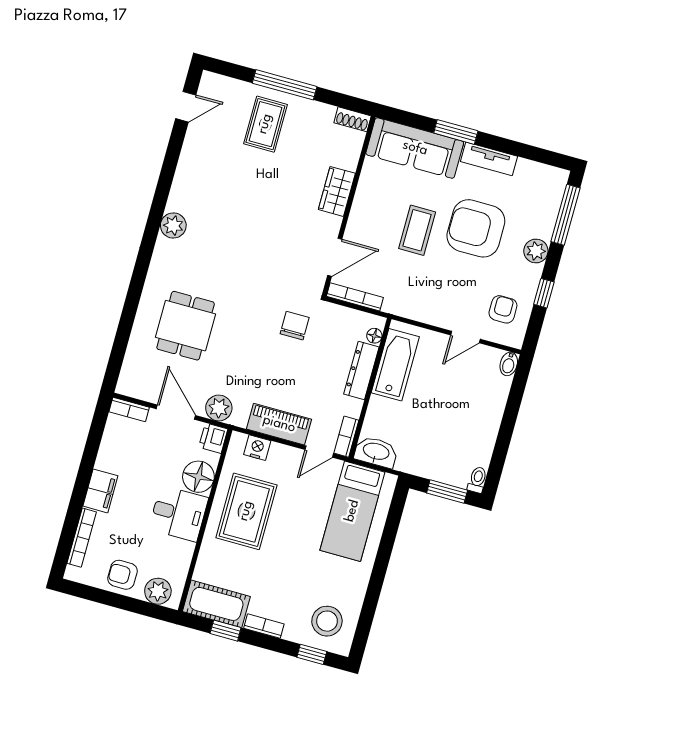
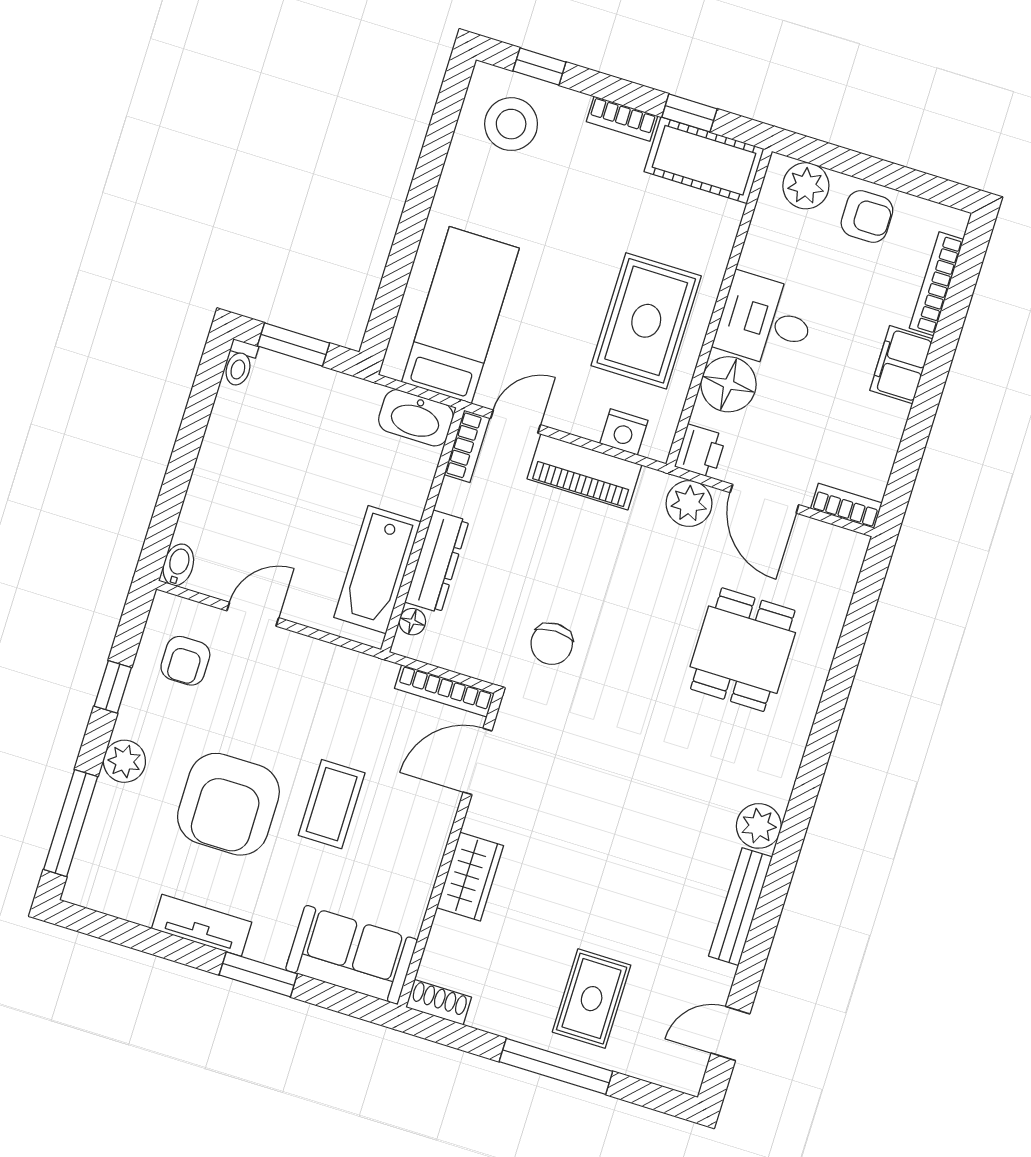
sofa: (415, 148) -> (352, 955), width x0.73
bench: (182, 179) -> (740, 907), added
armchair: (476, 228) -> (228, 804), turned 90

